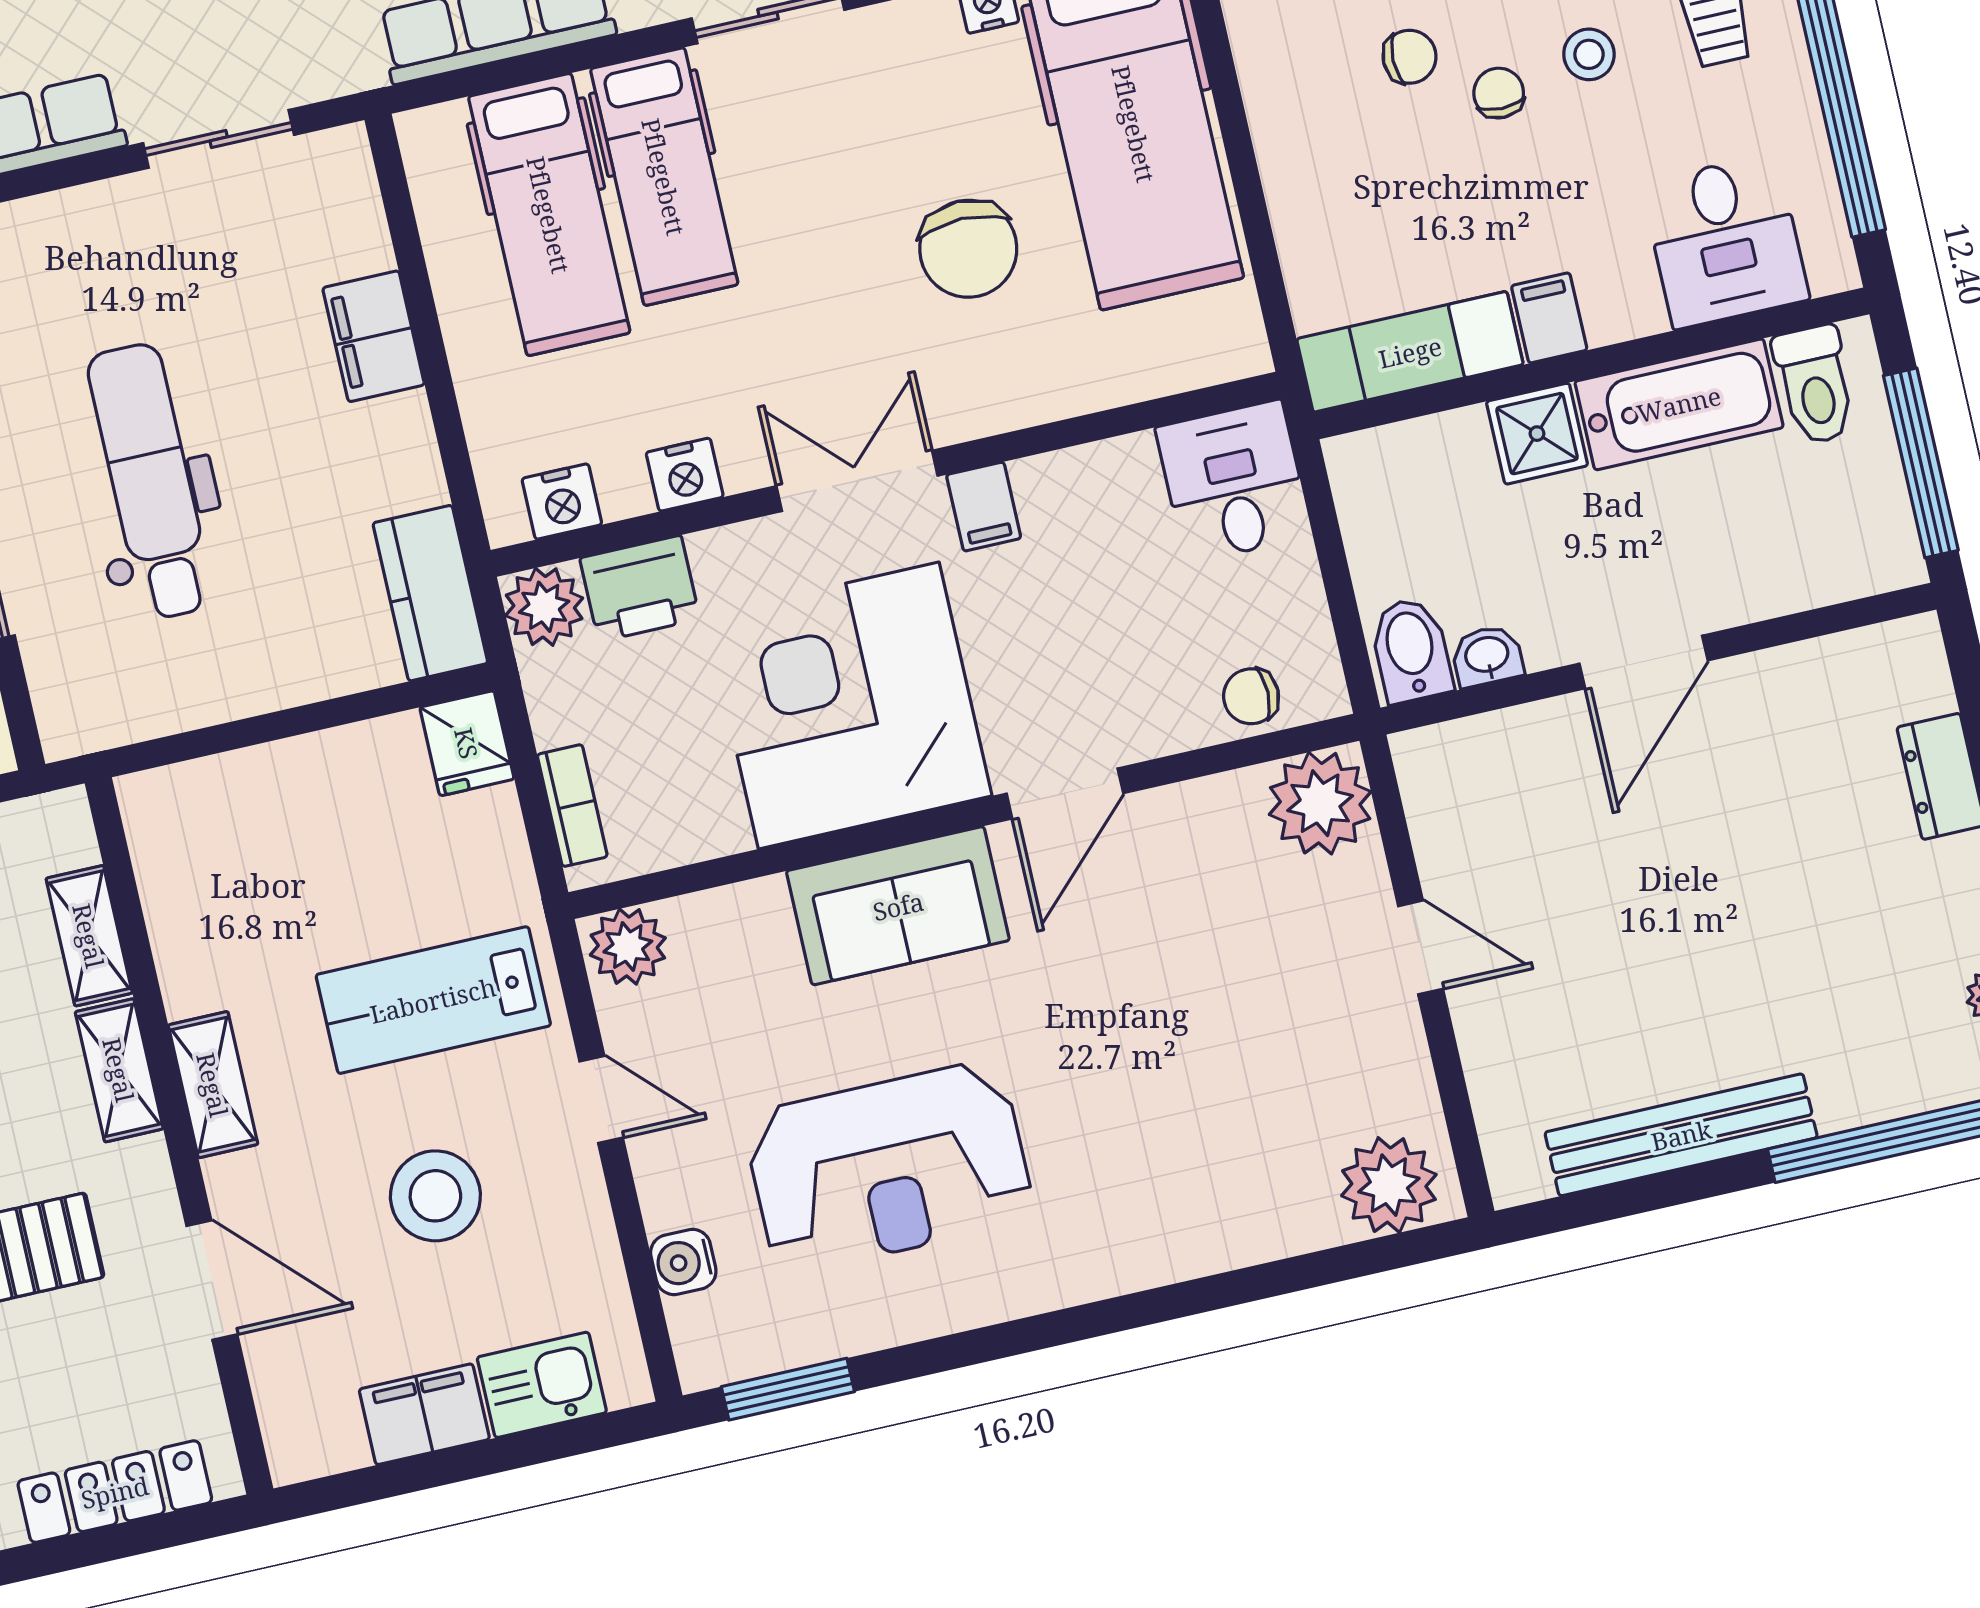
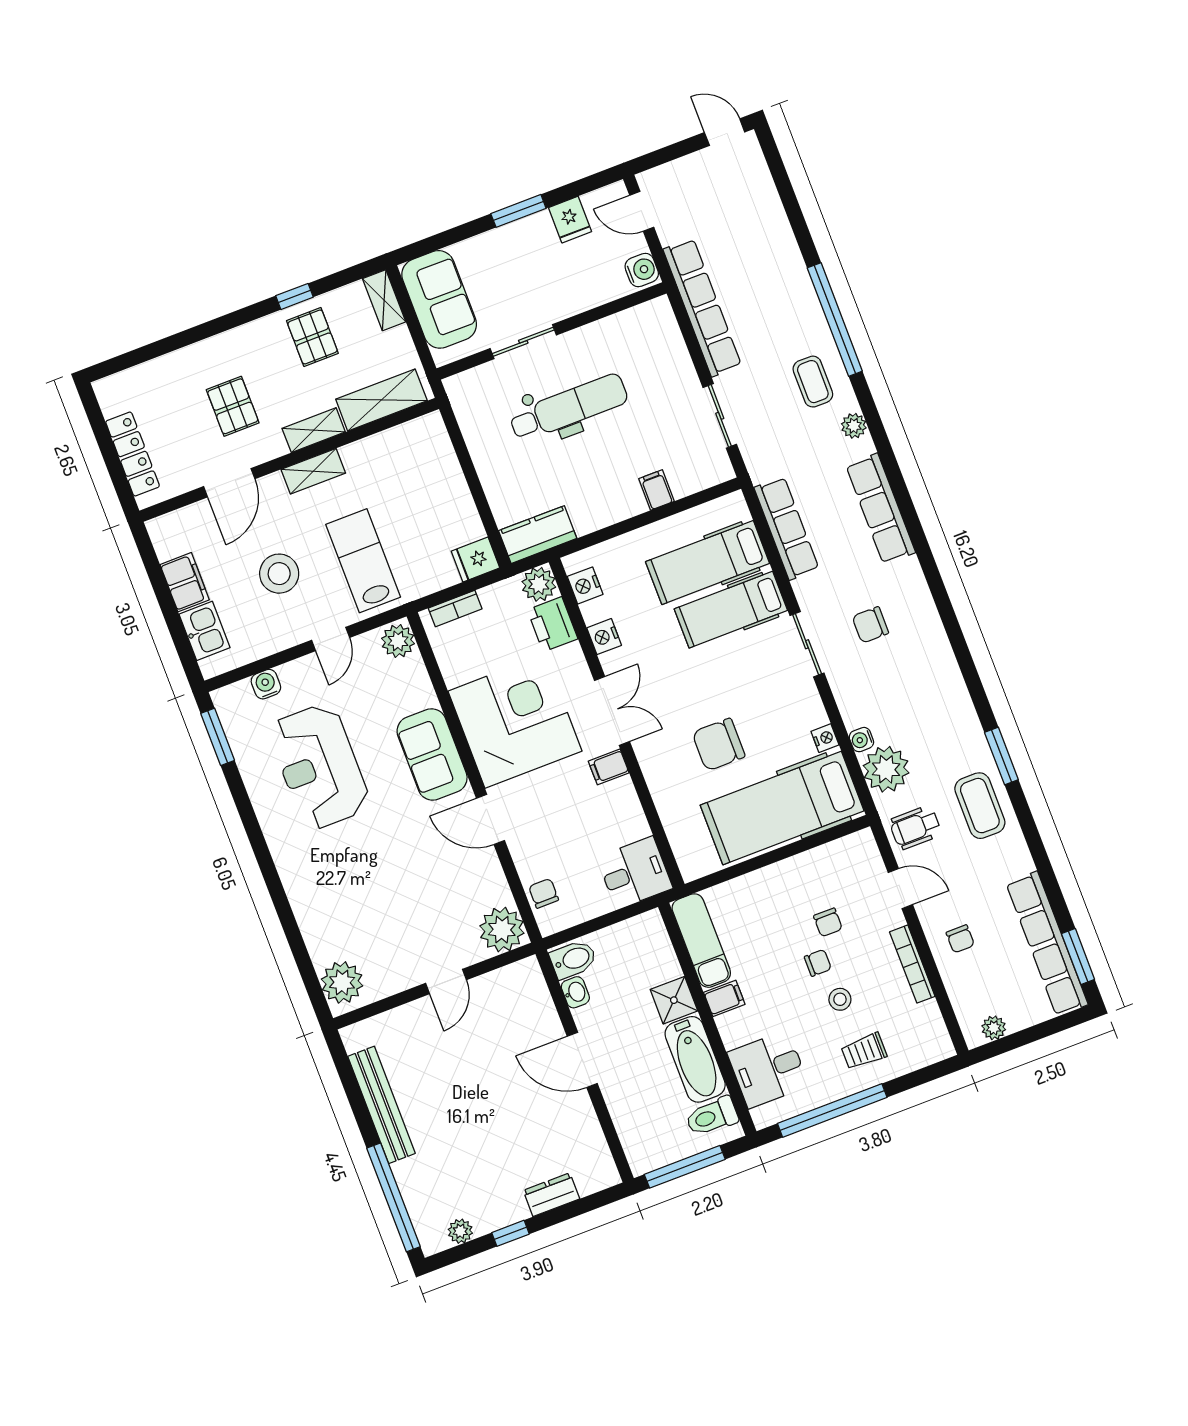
filing cabinet: (374, 336) -> (656, 490), width x0.50
shelving: (89, 936) -> (381, 400), width x1.50, depth x1.33

